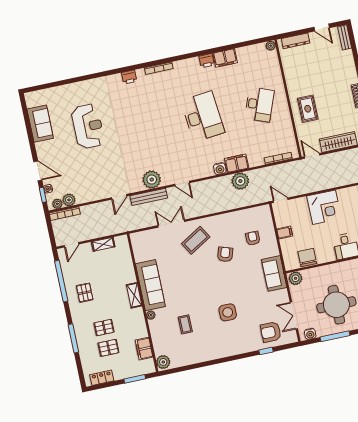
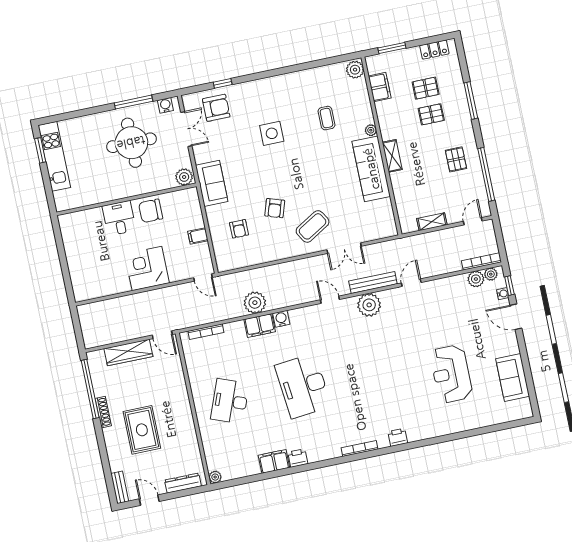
rug: (308, 109) -> (142, 430), moved, width x1.36, depth x1.43
chair: (307, 257) -> (151, 211), moved, turned 90

